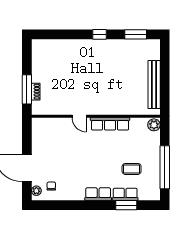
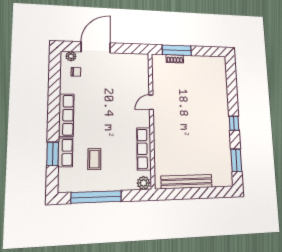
row of seats: (110, 124) -> (144, 149), moved
row of seats: (98, 194) -> (66, 115), width x1.48

